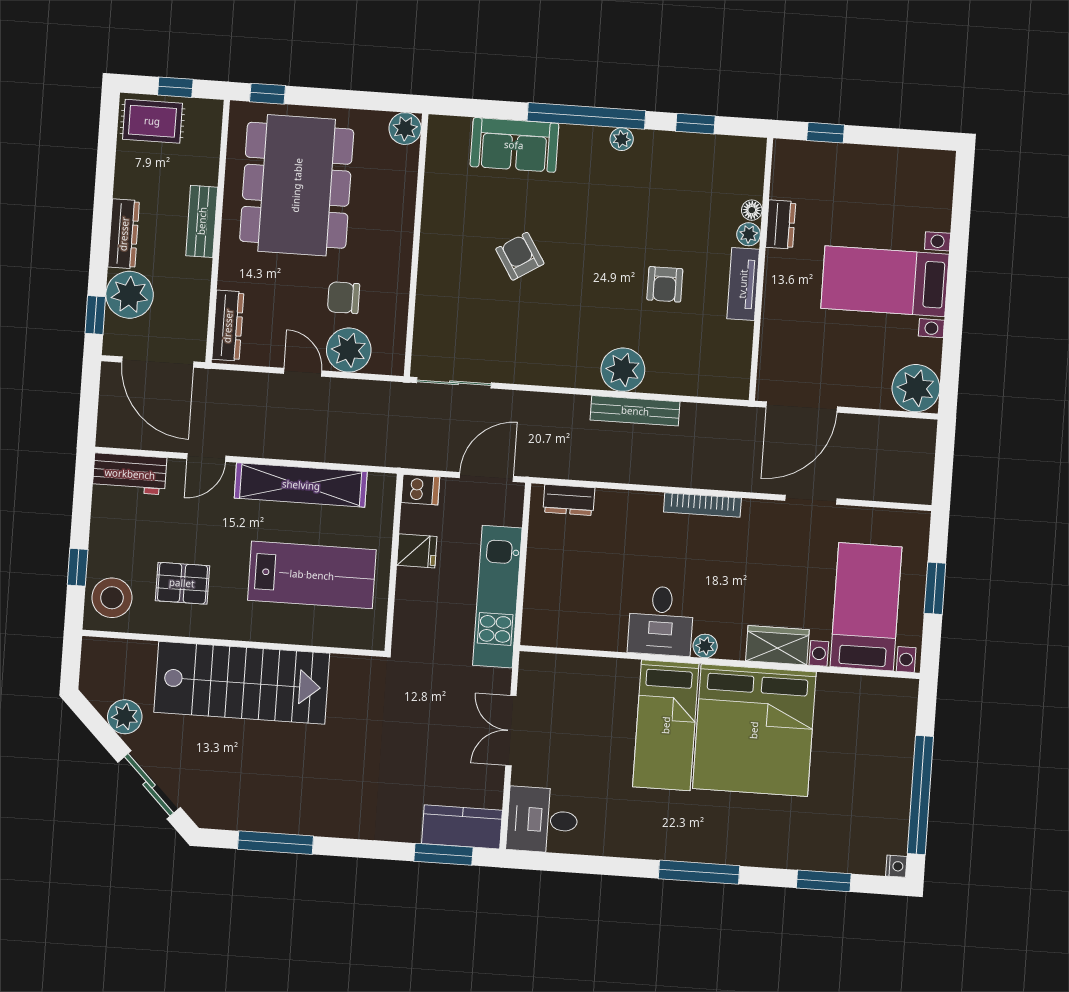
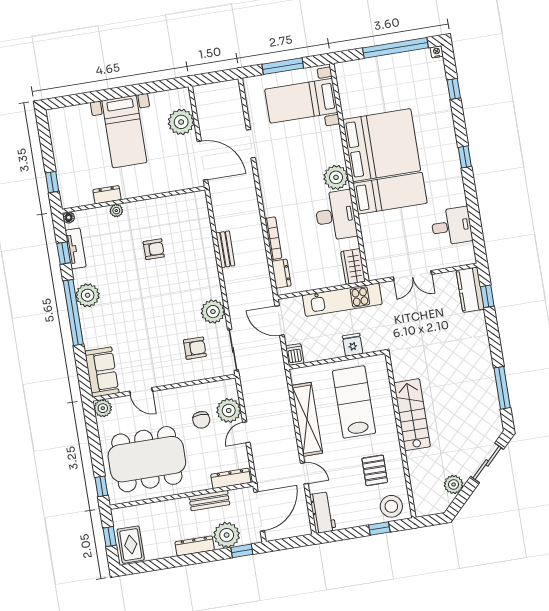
plant: (622, 139) -> (88, 295), width x1.88, depth x1.88
sofa: (514, 145) -> (102, 372), moved
door: (419, 203) -> (141, 391), added
floor lamp: (752, 210) -> (69, 217), moved
bench: (202, 221) -> (209, 500), moved
armchair: (520, 256) -> (195, 348), moved, turned -148
tv unit: (743, 284) -> (76, 249), moved, turned -90
plant: (623, 370) -> (213, 312), moved
plant: (916, 388) -> (181, 122), moved
bench: (635, 411) -> (225, 249), width x0.73
bookcase: (702, 505) -> (273, 238), moved
fridge: (417, 551) -> (353, 345), moved
window: (935, 588) -> (283, 66), width x1.44
desk: (661, 621) -> (336, 215), width x1.37
wardrobe: (777, 645) -> (353, 266), moved
plant: (705, 646) -> (336, 177), width x1.88, depth x1.88
stairs: (242, 683) -> (412, 415), width x0.73, depth x0.66
desk: (542, 820) -> (452, 226), moved, turned -90
window: (443, 854) -> (487, 296), width x0.67
window: (699, 872) -> (465, 157), width x0.46
window: (824, 881) -> (454, 89), width x0.67

